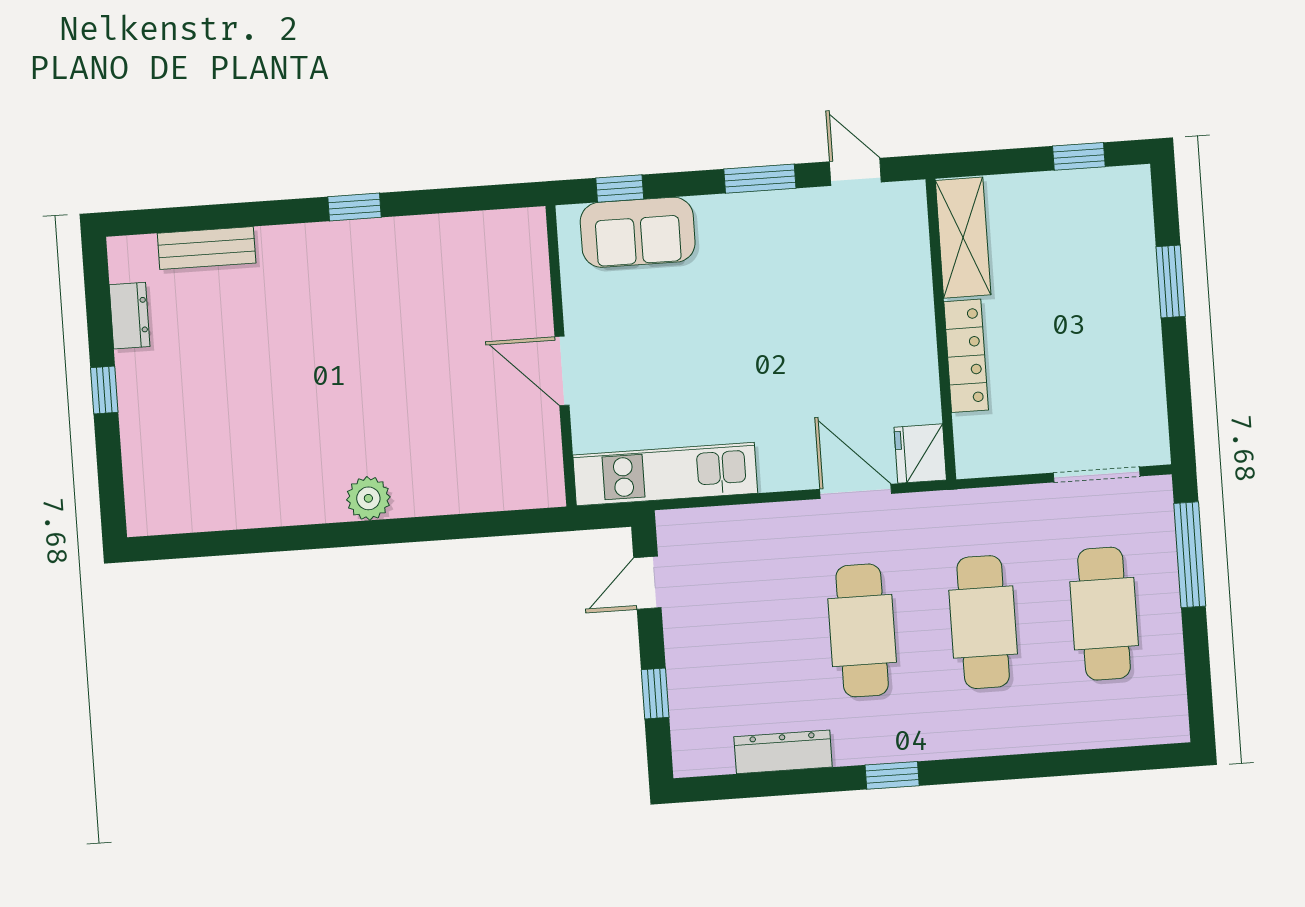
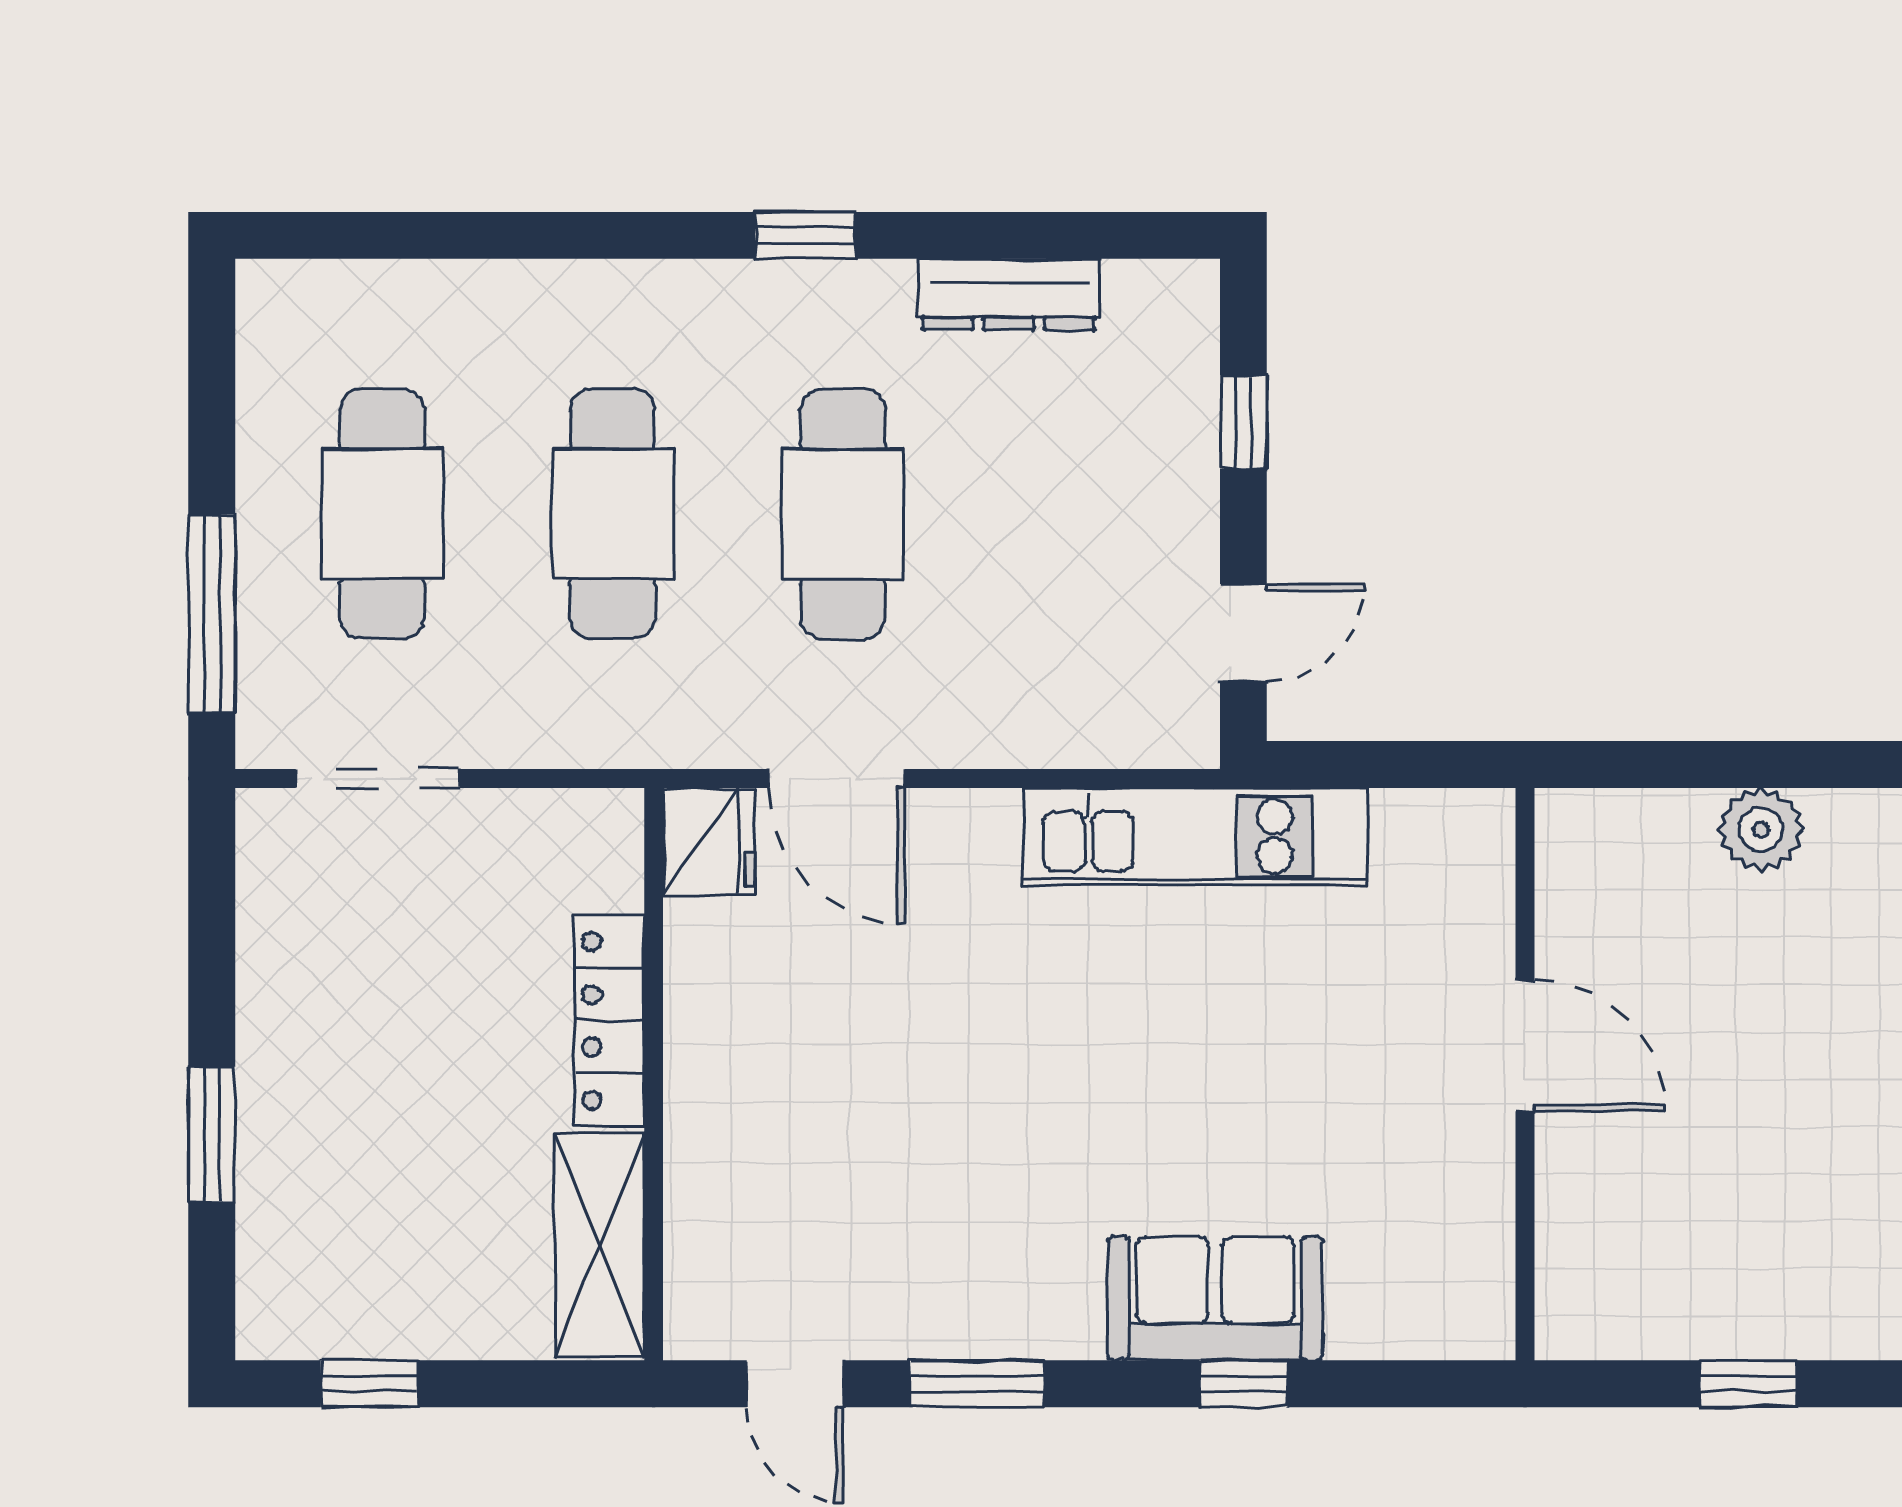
wall: (561, 356) -> (1525, 1074), moved
door: (562, 371) -> (1525, 1046), moved

